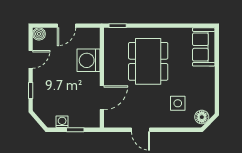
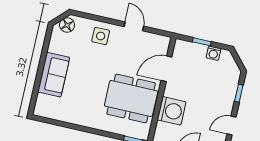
sofa: (204, 47) -> (54, 75), moved
dining table: (148, 61) -> (131, 98), moved, turned 90
side table: (178, 103) -> (101, 36), moved

